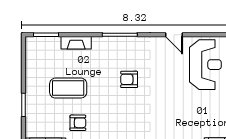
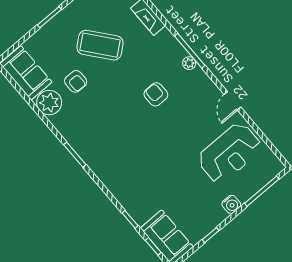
plant: (127, 42) -> (189, 63), added
coffee table: (68, 88) -> (100, 45), turned -39

